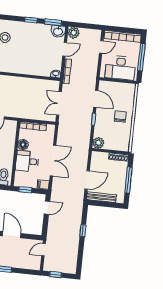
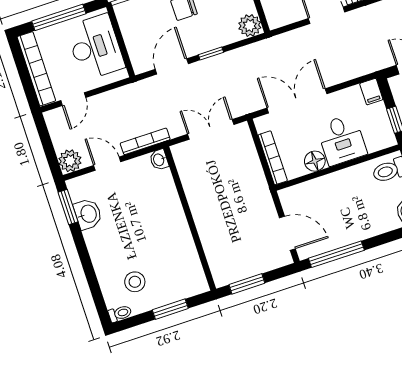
window: (31, 20) -> (82, 249), removed
washbasin: (58, 31) -> (88, 214), moved
door: (101, 47) -> (73, 99), swing flipped
double door: (59, 104) -> (211, 129), swing flipped
double door: (53, 161) -> (297, 101), moved

